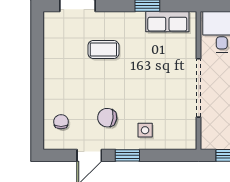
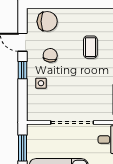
coffee table: (103, 49) -> (90, 47), moved
chair: (61, 122) -> (47, 21), width x1.87, depth x1.87

